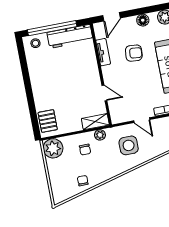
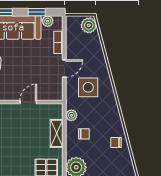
shelving: (95, 122) -> (57, 133), moved

